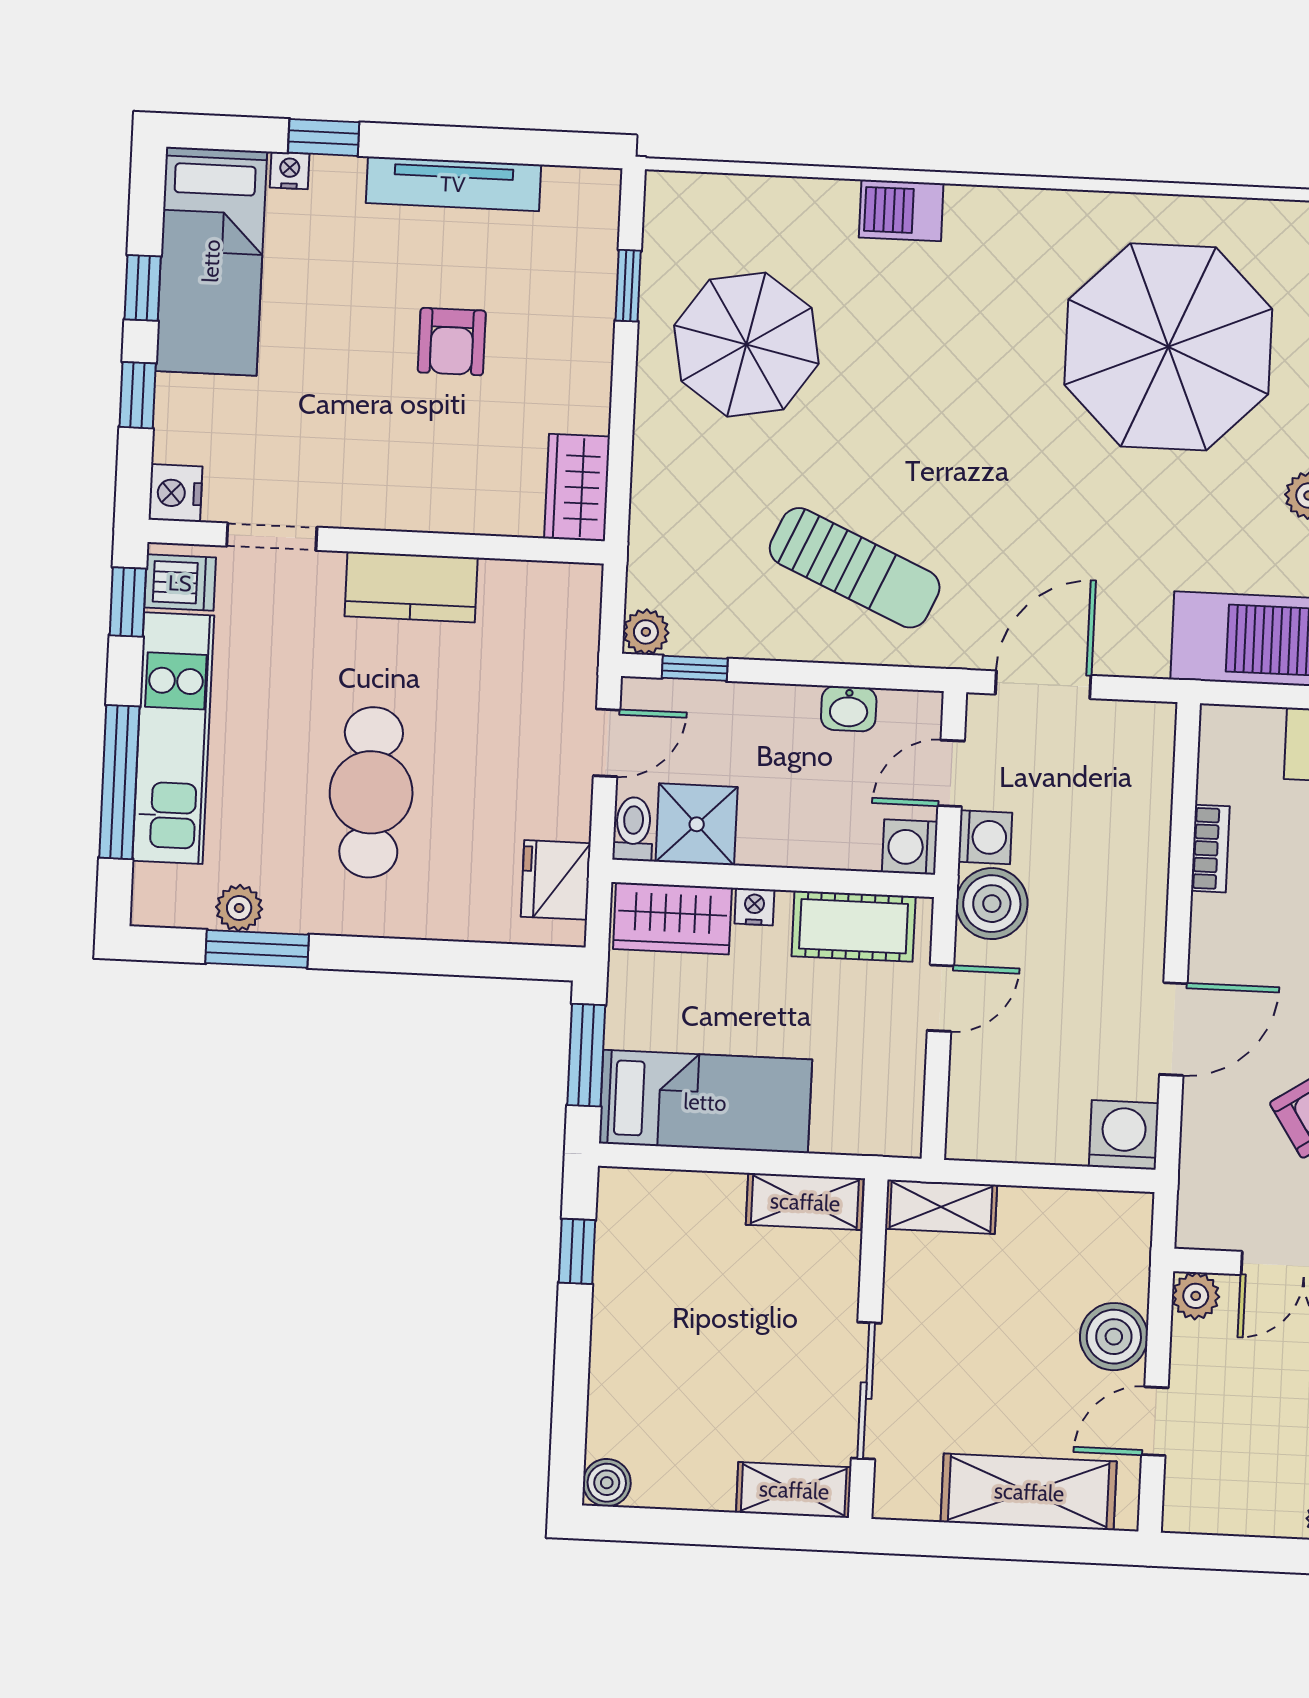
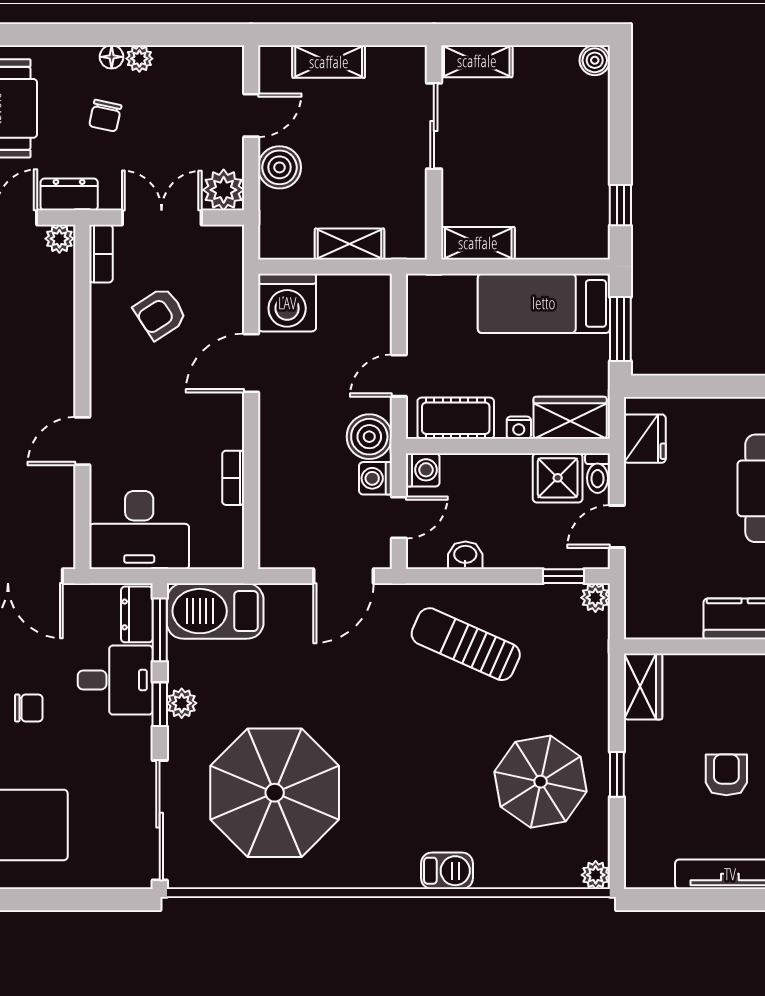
plant: (666, 193) -> (596, 875), added
window: (628, 286) -> (617, 774), moved
washing machine: (1124, 1135) -> (287, 303), width x1.37, depth x1.37
shelving: (941, 1207) -> (350, 244), moved
plant: (1196, 1296) -> (224, 190), width x1.38, depth x1.38
shelving: (1029, 1492) -> (329, 62), width x0.67, depth x0.75

